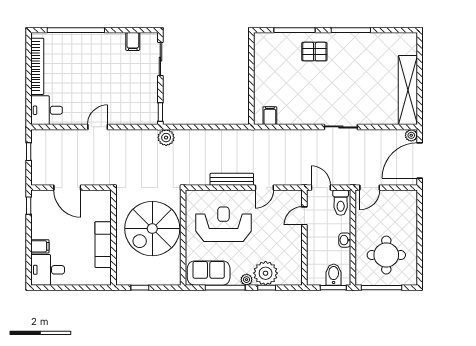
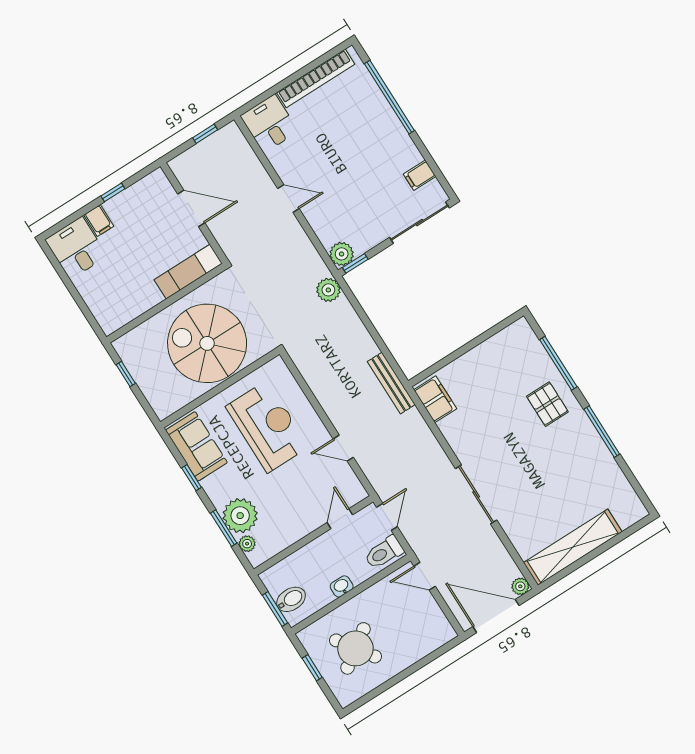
sliding door: (160, 59) -> (419, 223), width x1.37
plant: (150, 116) -> (342, 254), added
filing cabinet: (270, 116) -> (435, 399), width x2.00
sliding door: (341, 127) -> (476, 494), width x1.37
bench: (232, 179) -> (391, 383), moved
door: (67, 188) -> (191, 208), swing flipped
window: (29, 206) -> (113, 192), moved
door: (304, 216) -> (340, 519), hinge flipped
exam couch: (103, 245) -> (188, 272), moved
round table: (386, 255) -> (355, 648), turned -35
plant: (247, 280) -> (247, 544), moved
window: (225, 288) -> (191, 478), width x0.46
window: (267, 288) -> (224, 528), width x1.50
window: (382, 288) -> (312, 668), width x0.46

